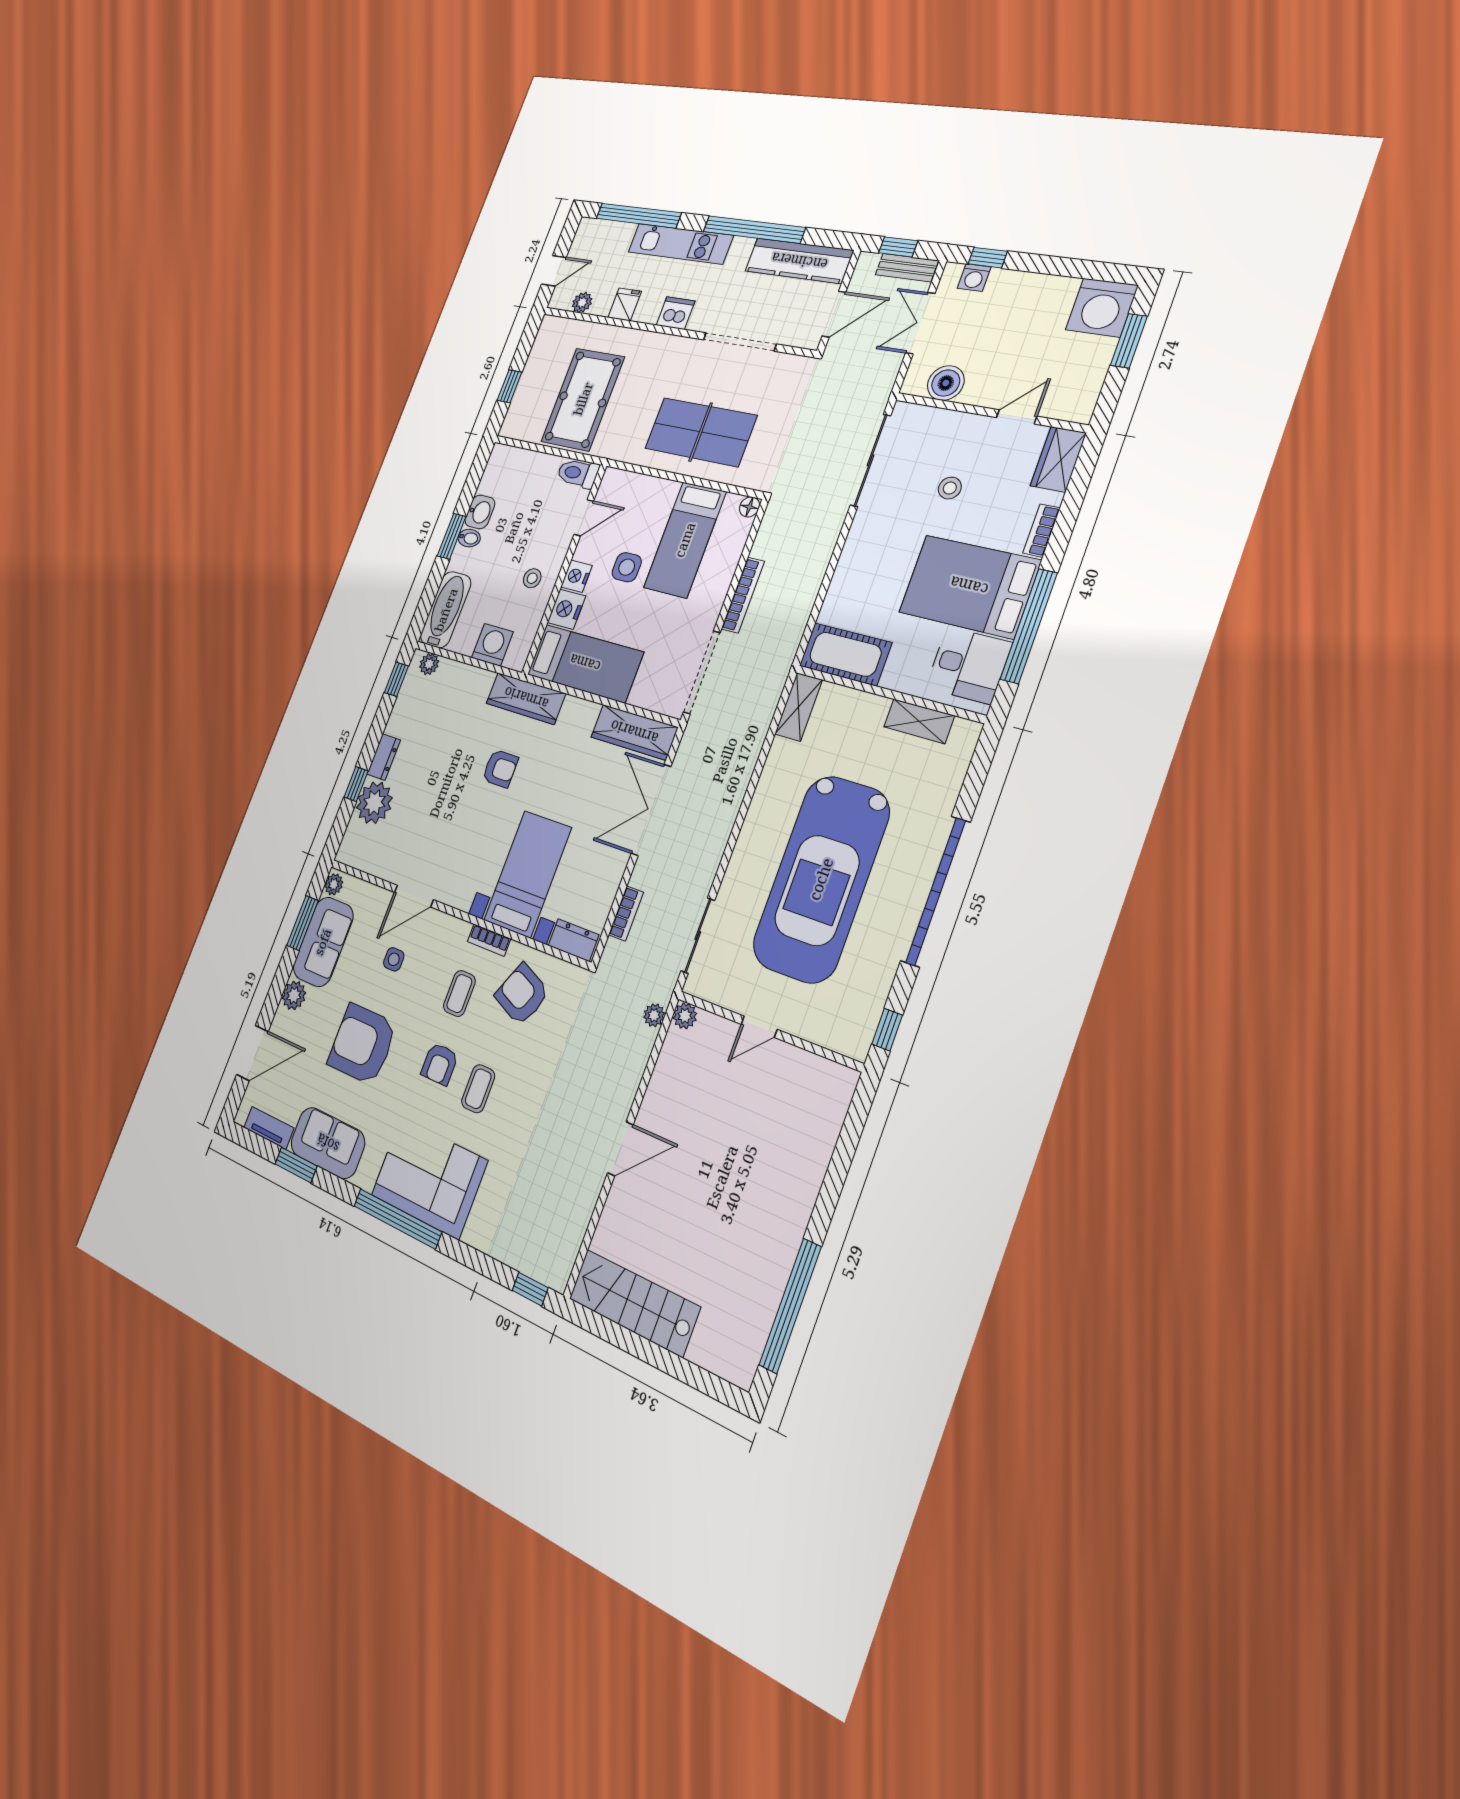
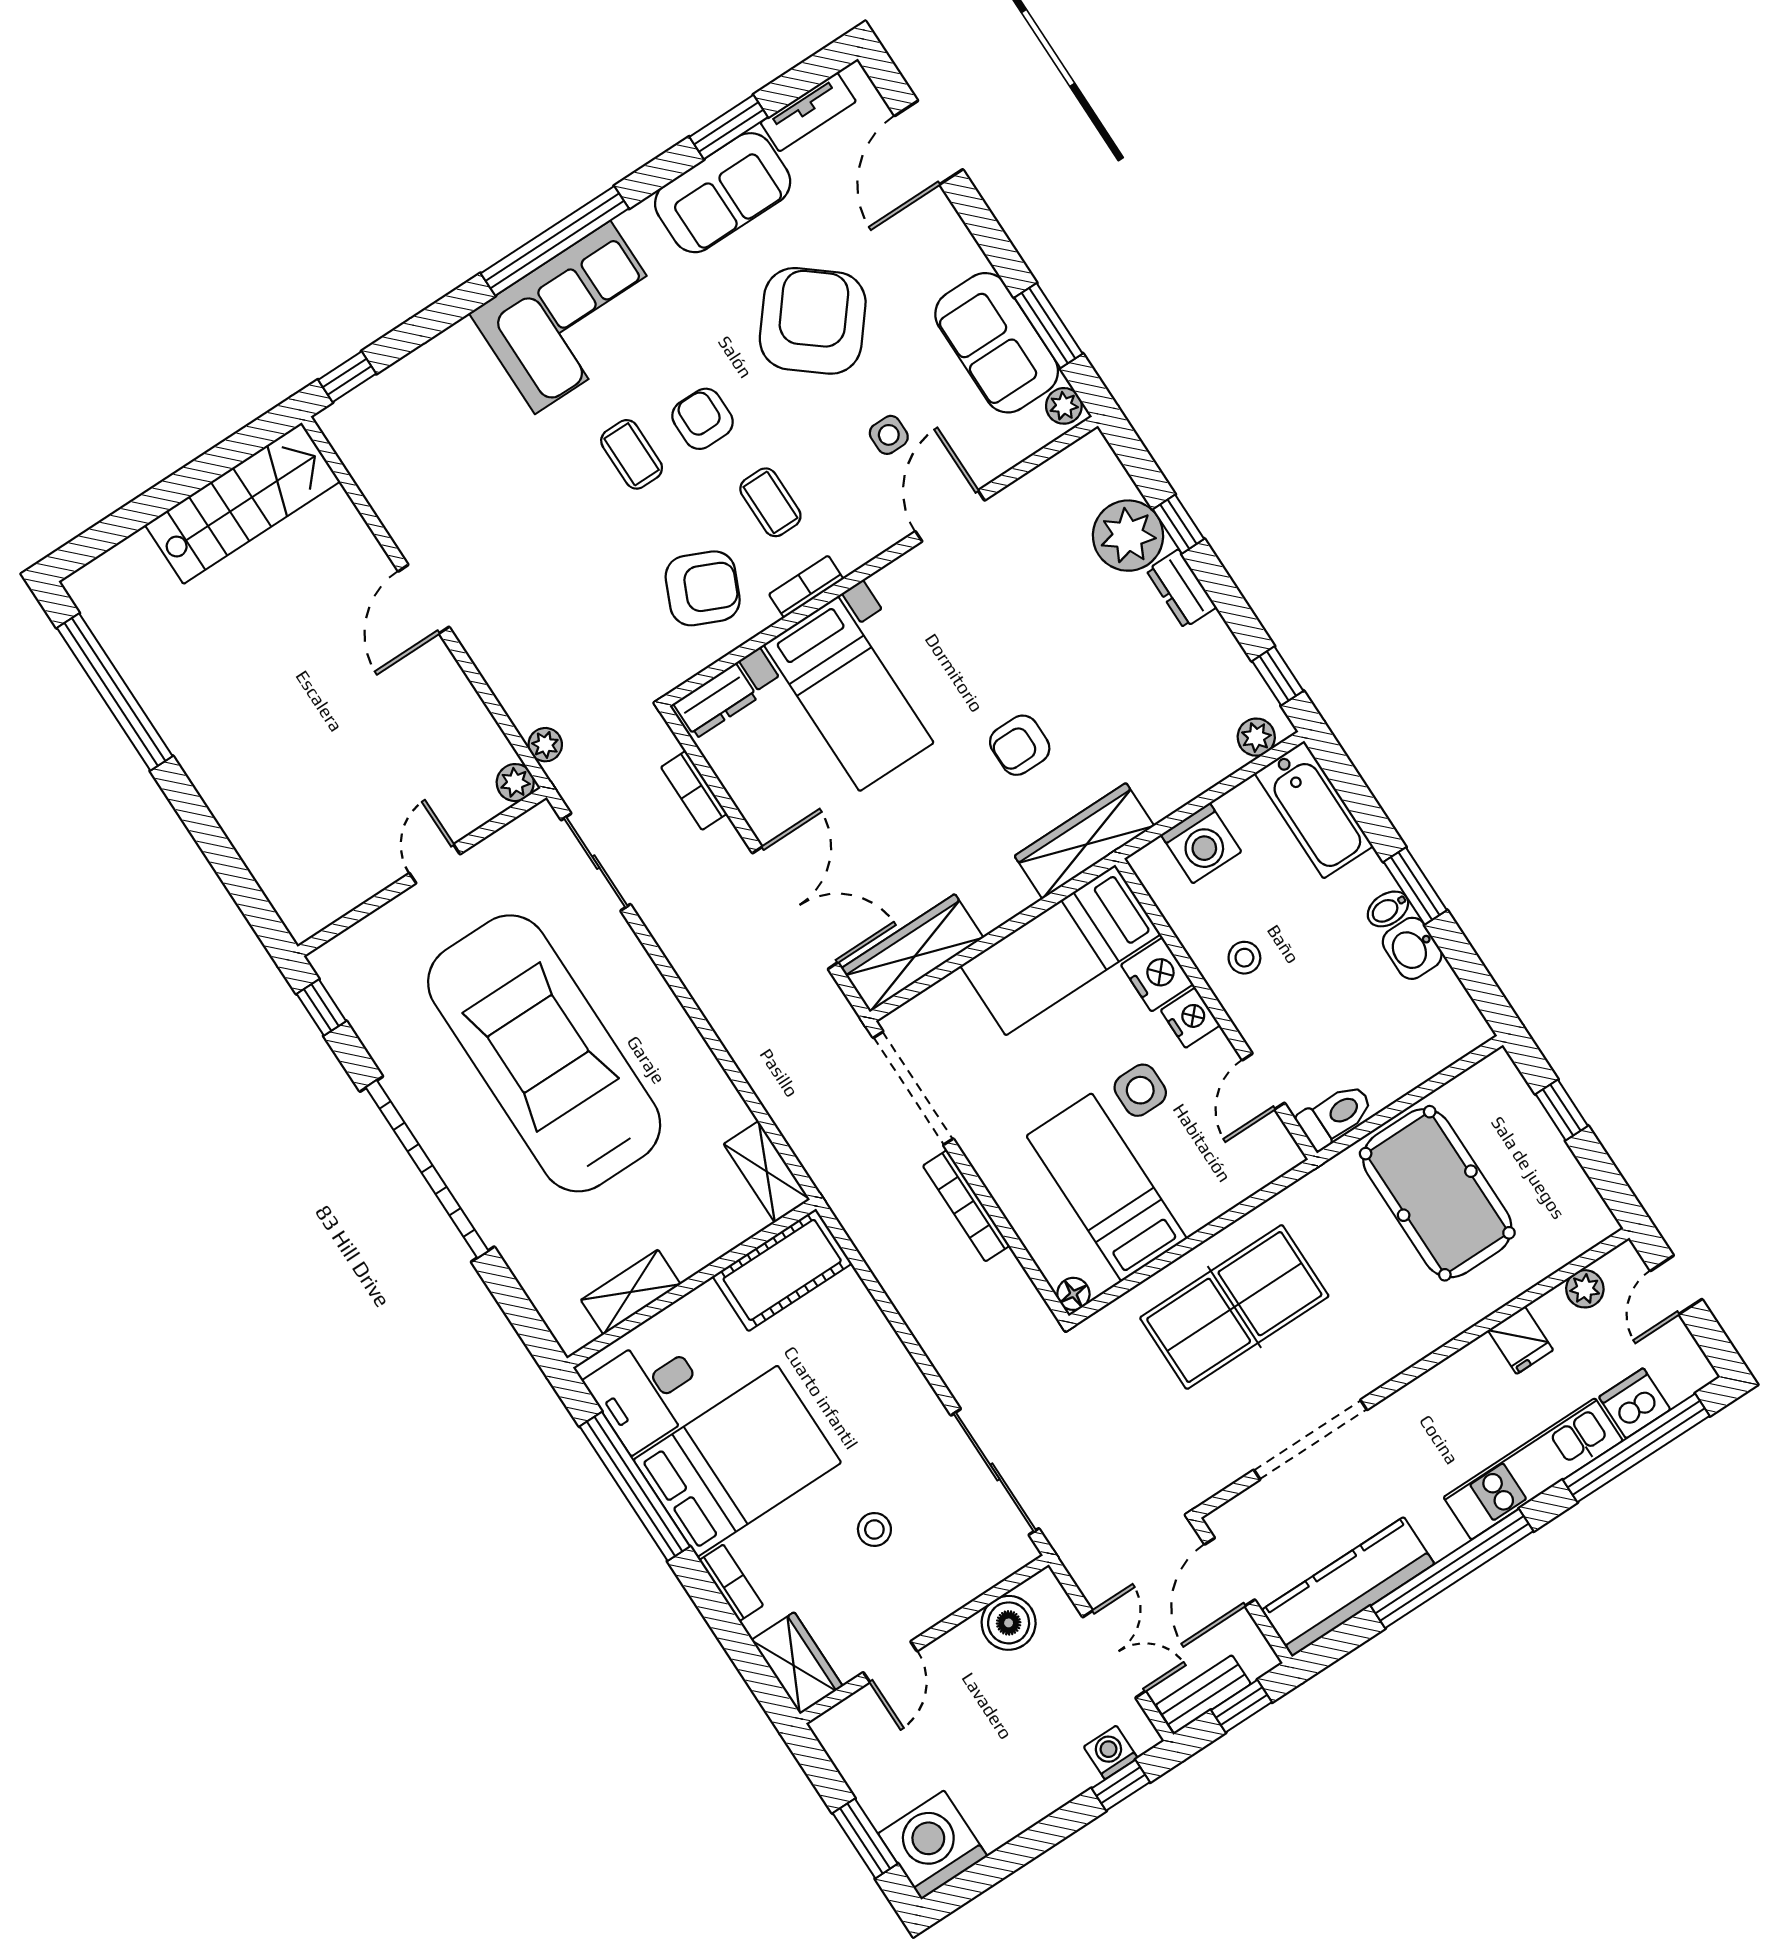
dishwasher: (676, 313) -> (1635, 1403), moved, turned 180
plant: (294, 995) -> (958, 254), removed
armchair: (362, 1044) -> (813, 321), turned -51

